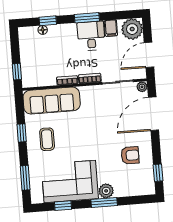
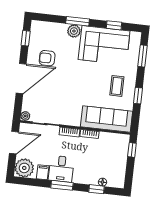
door: (153, 114) -> (21, 78), moved

